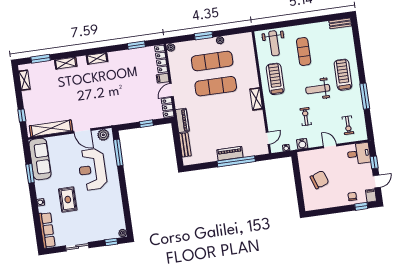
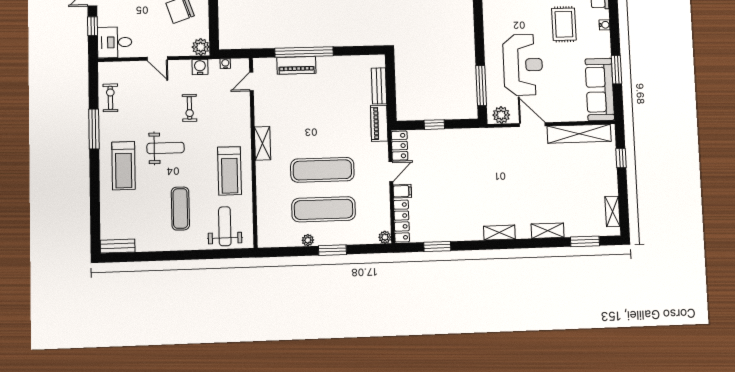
exercise bike: (348, 125) -> (110, 98), moved
piano: (230, 153) -> (296, 65), moved
plant: (303, 157) -> (201, 47), added

